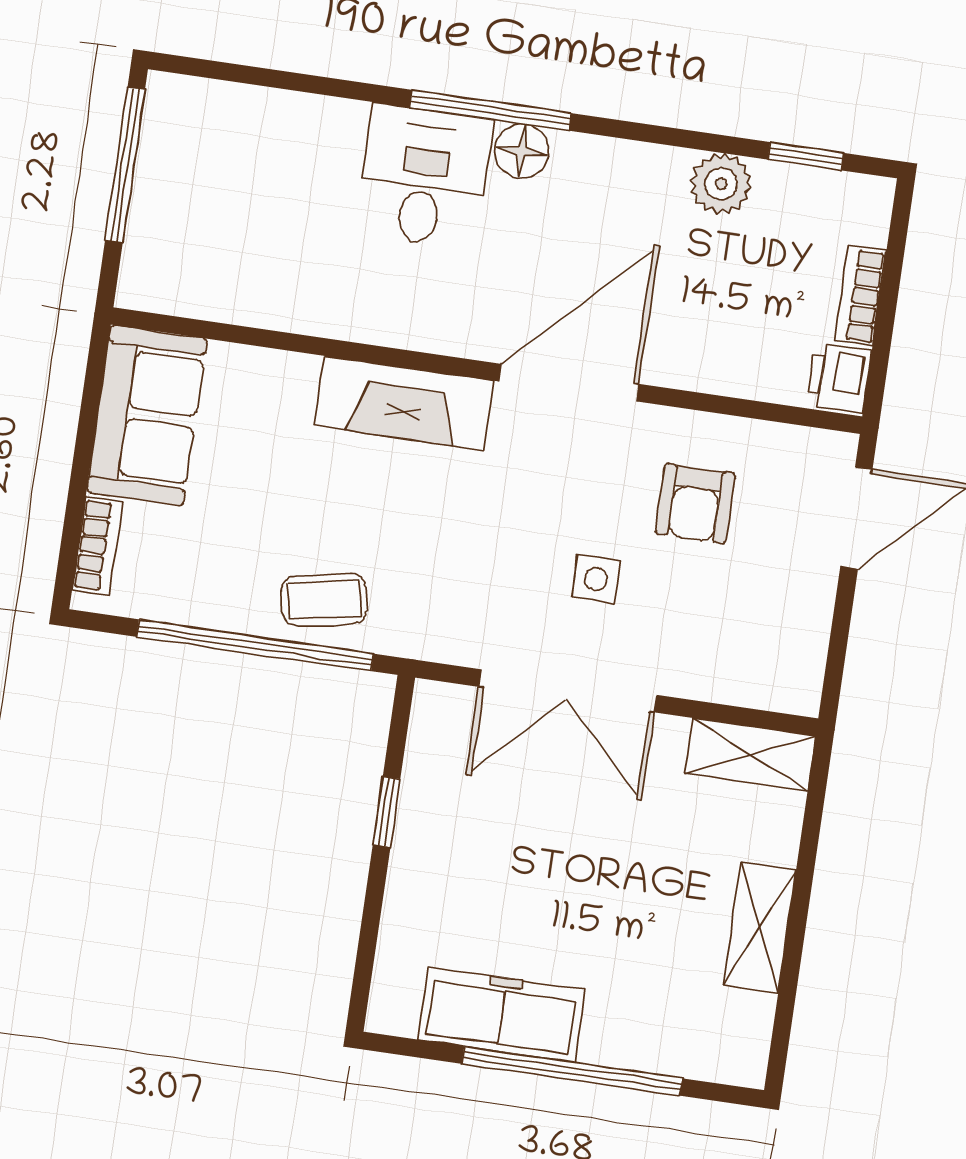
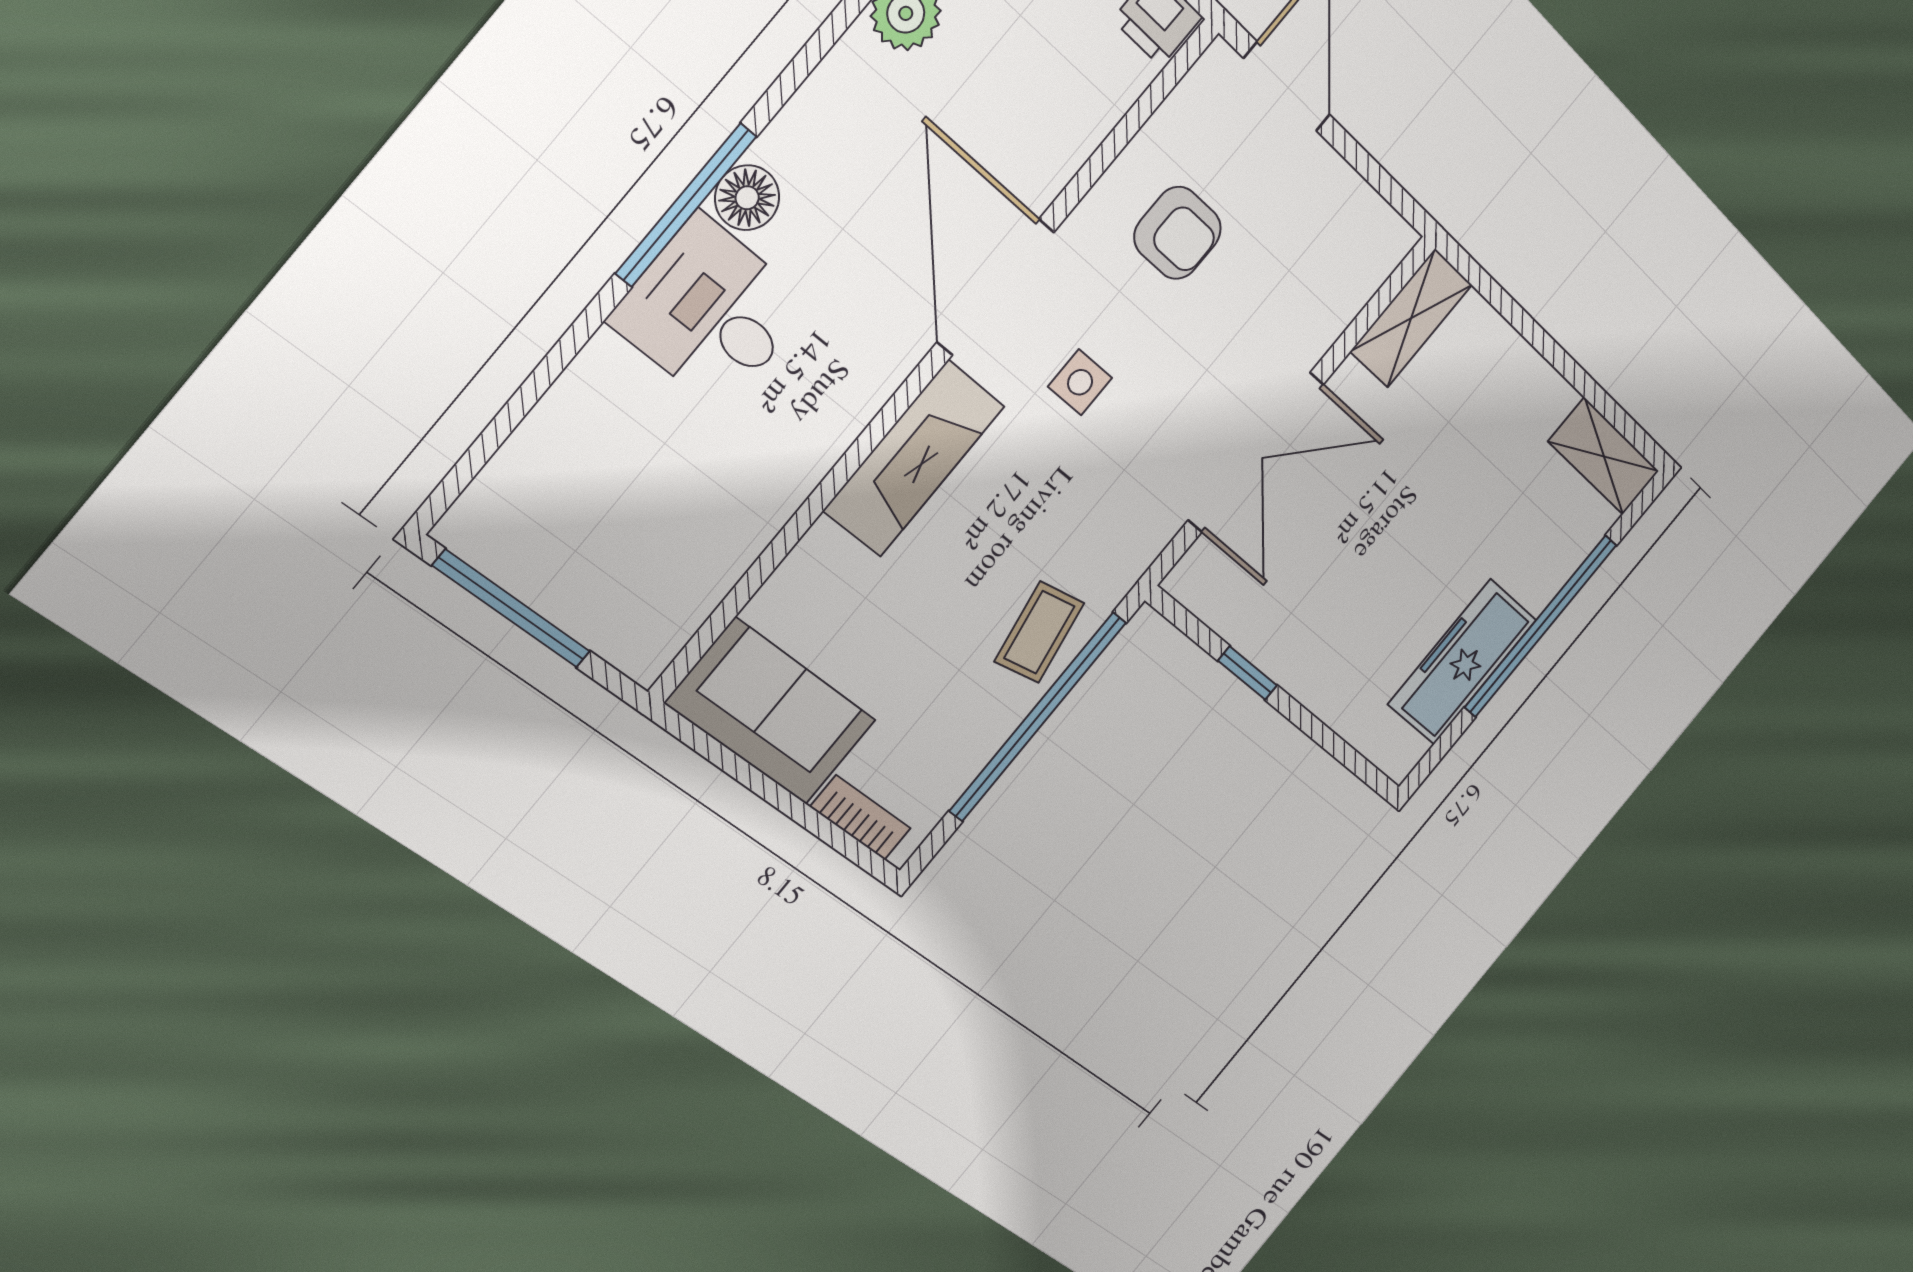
side table: (596, 579) -> (1080, 382), moved
shelving: (760, 927) -> (1604, 456), moved

